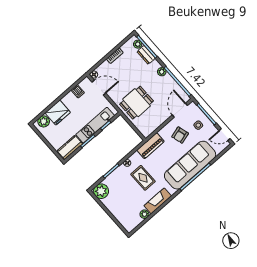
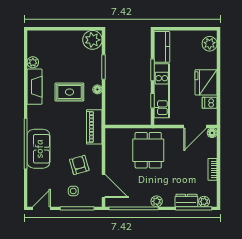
fridge: (58, 113) -> (206, 82), moved
sofa: (190, 165) -> (39, 149), width x0.54, depth x0.79

